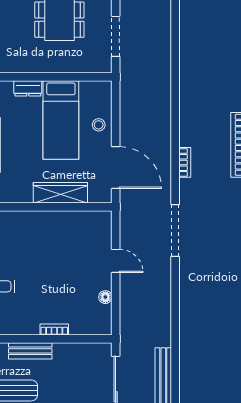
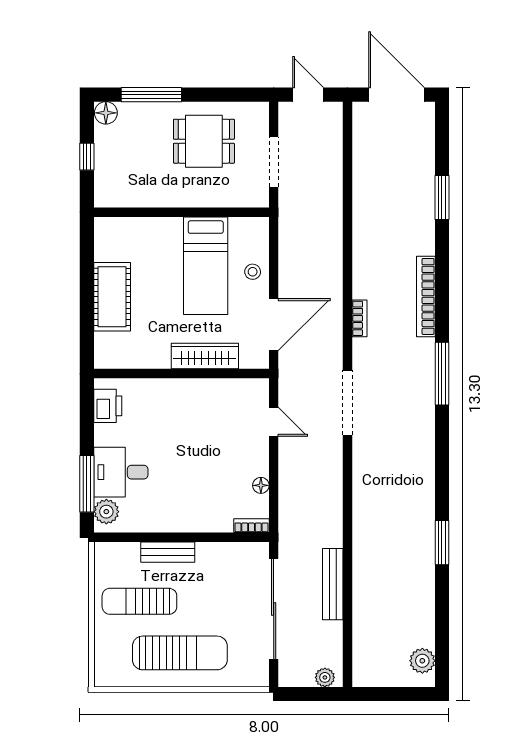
dresser: (28, 88) -> (165, 226), removed
door: (116, 168) -> (274, 325), hinge flipped
door: (116, 261) -> (274, 422), moved
bookcase: (54, 329) -> (251, 526), moved

